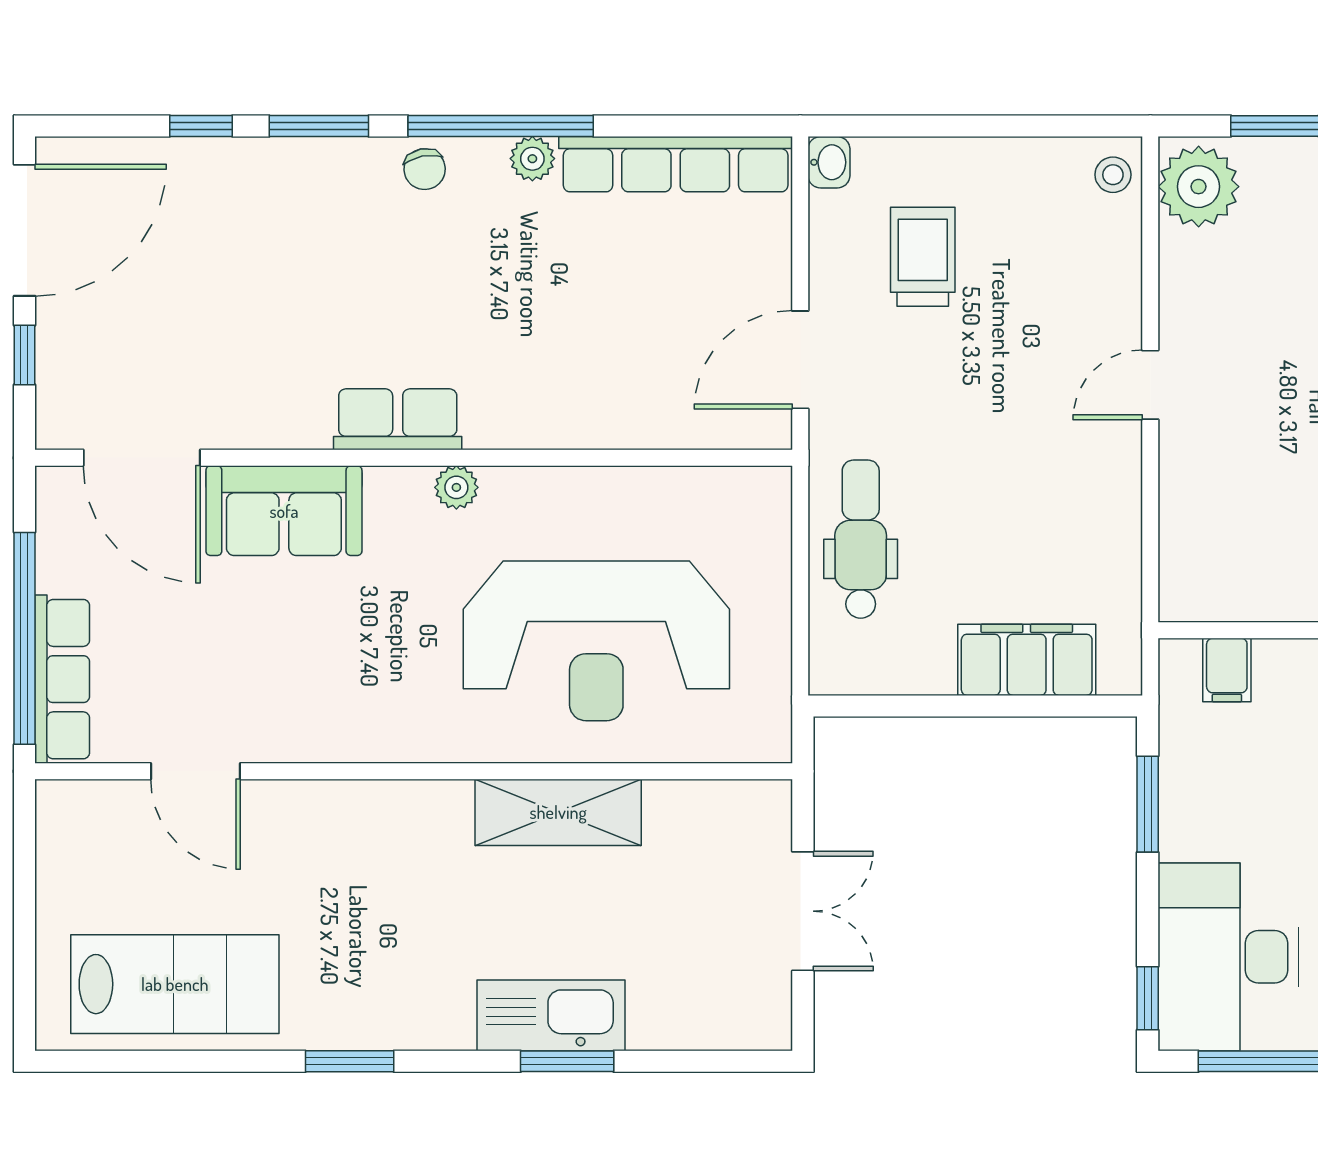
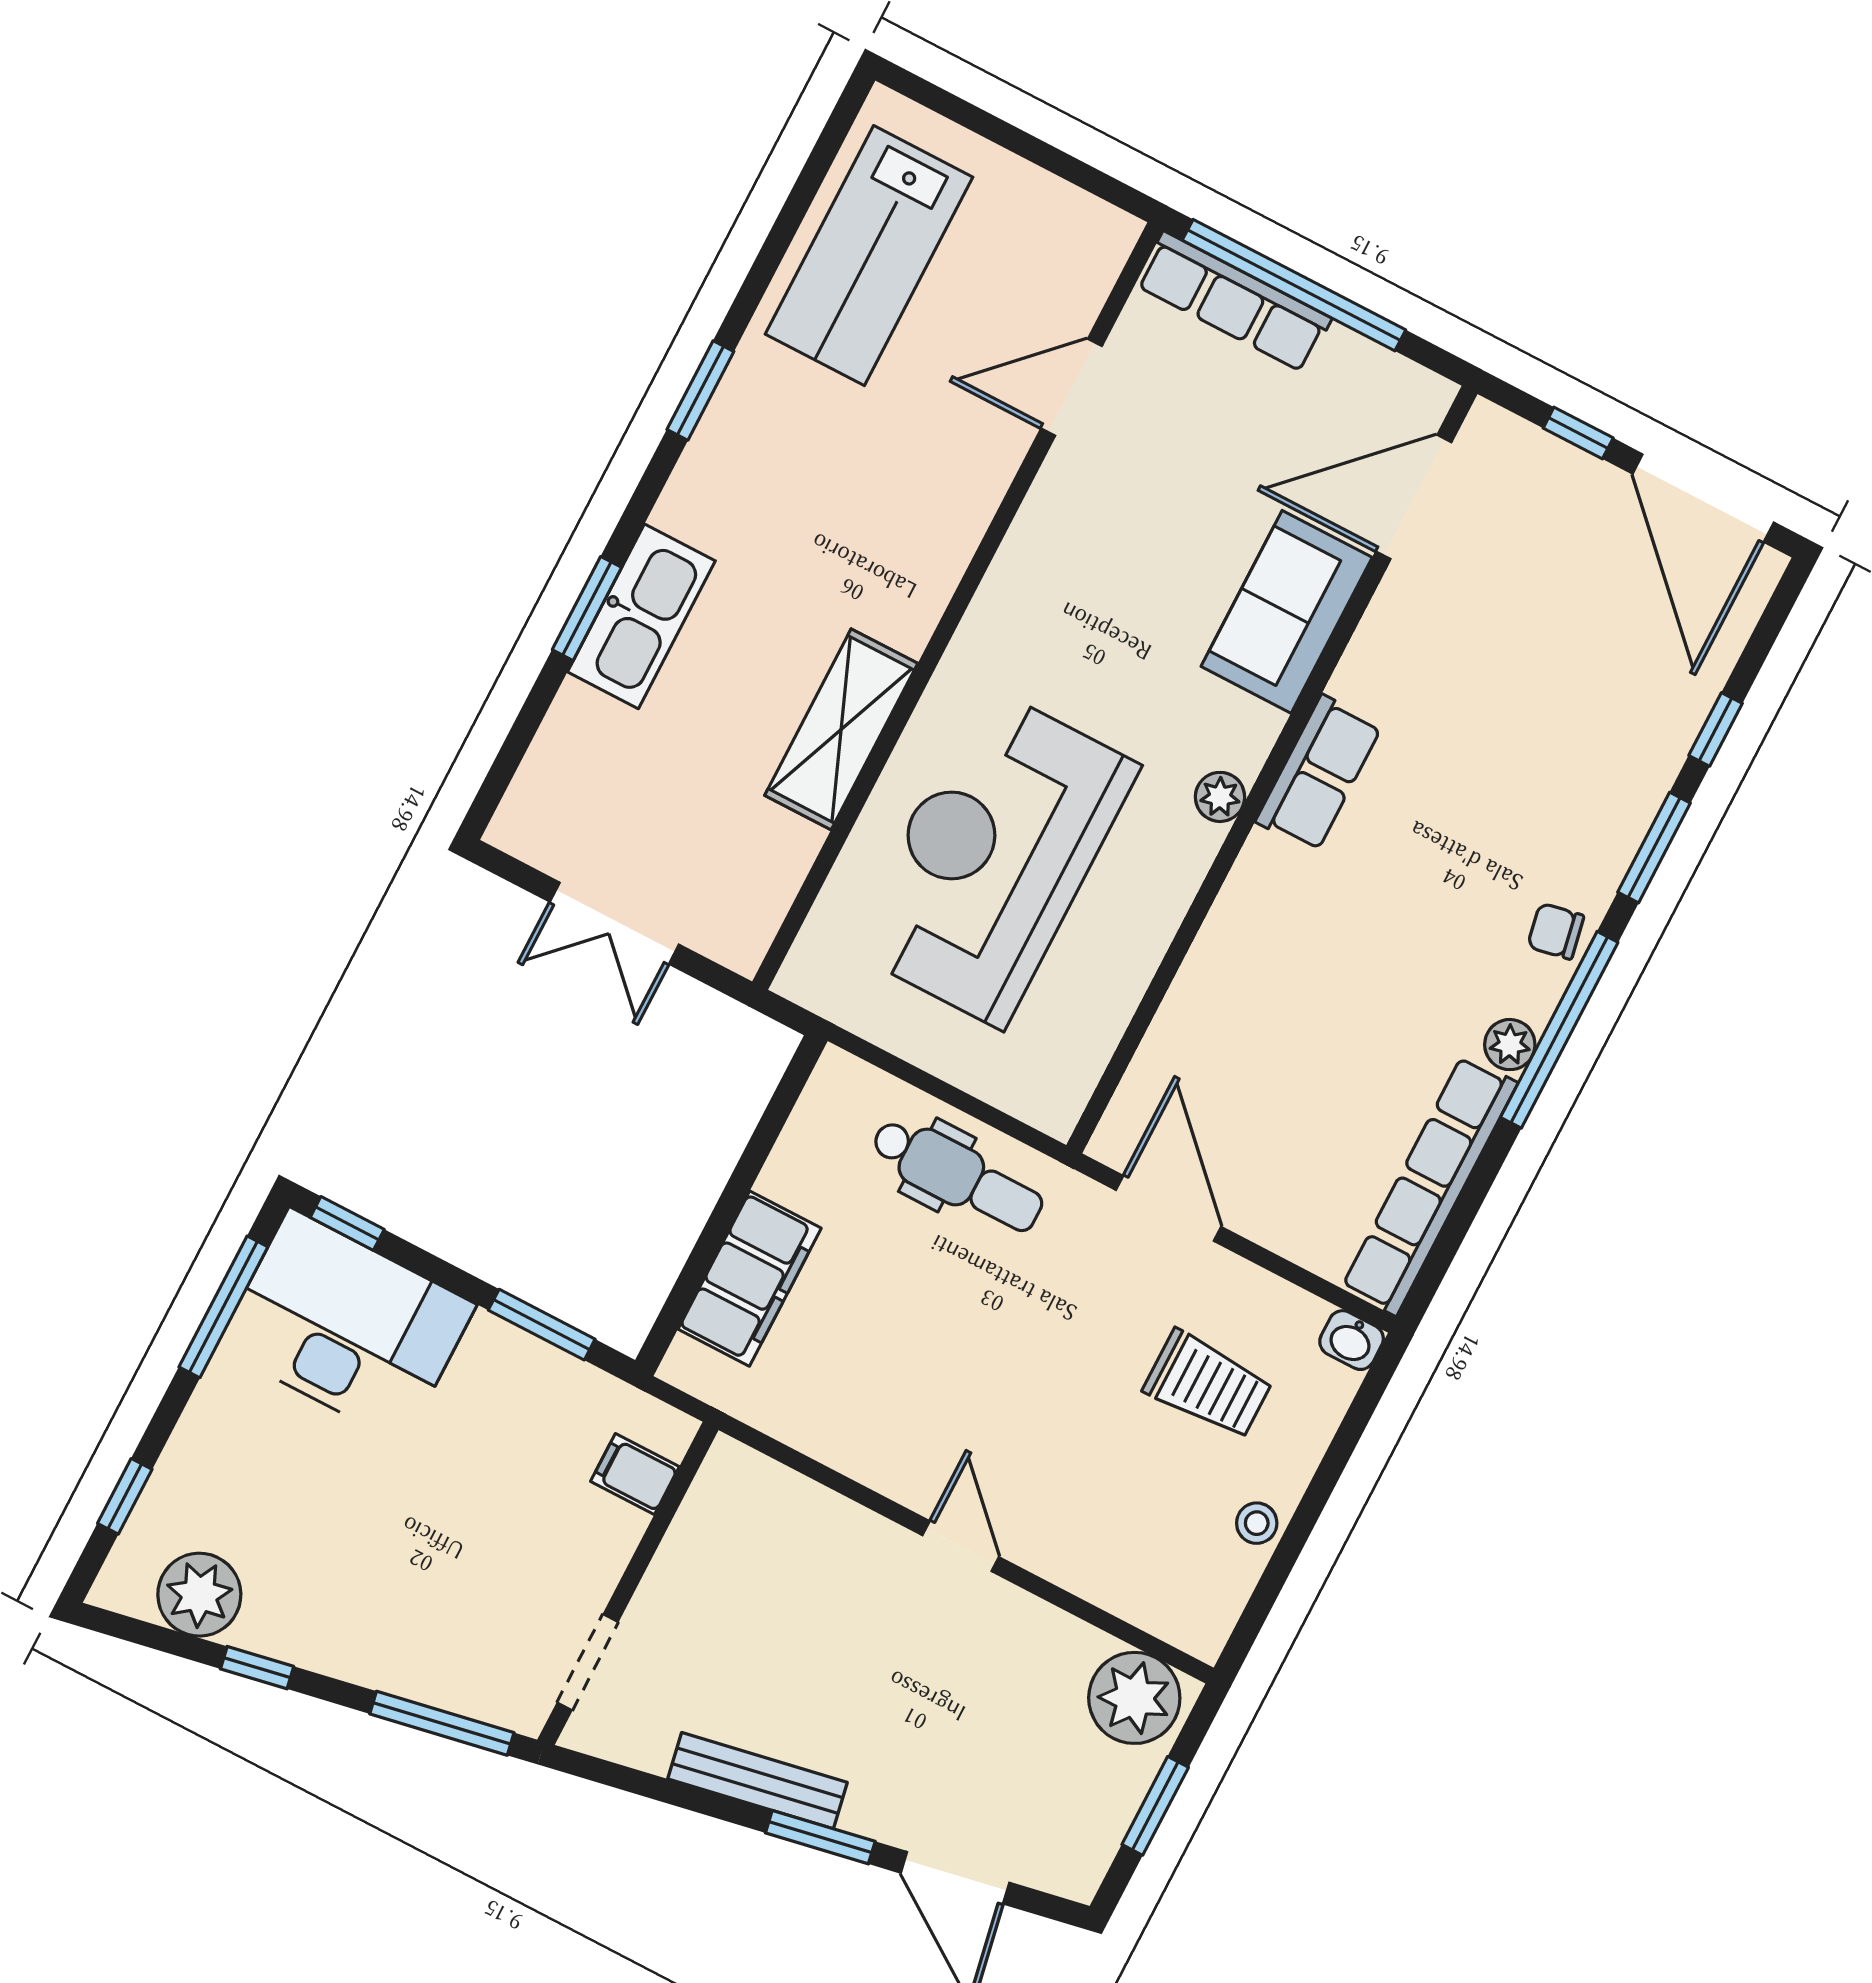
stool: (1113, 175) -> (1257, 1523), moved

